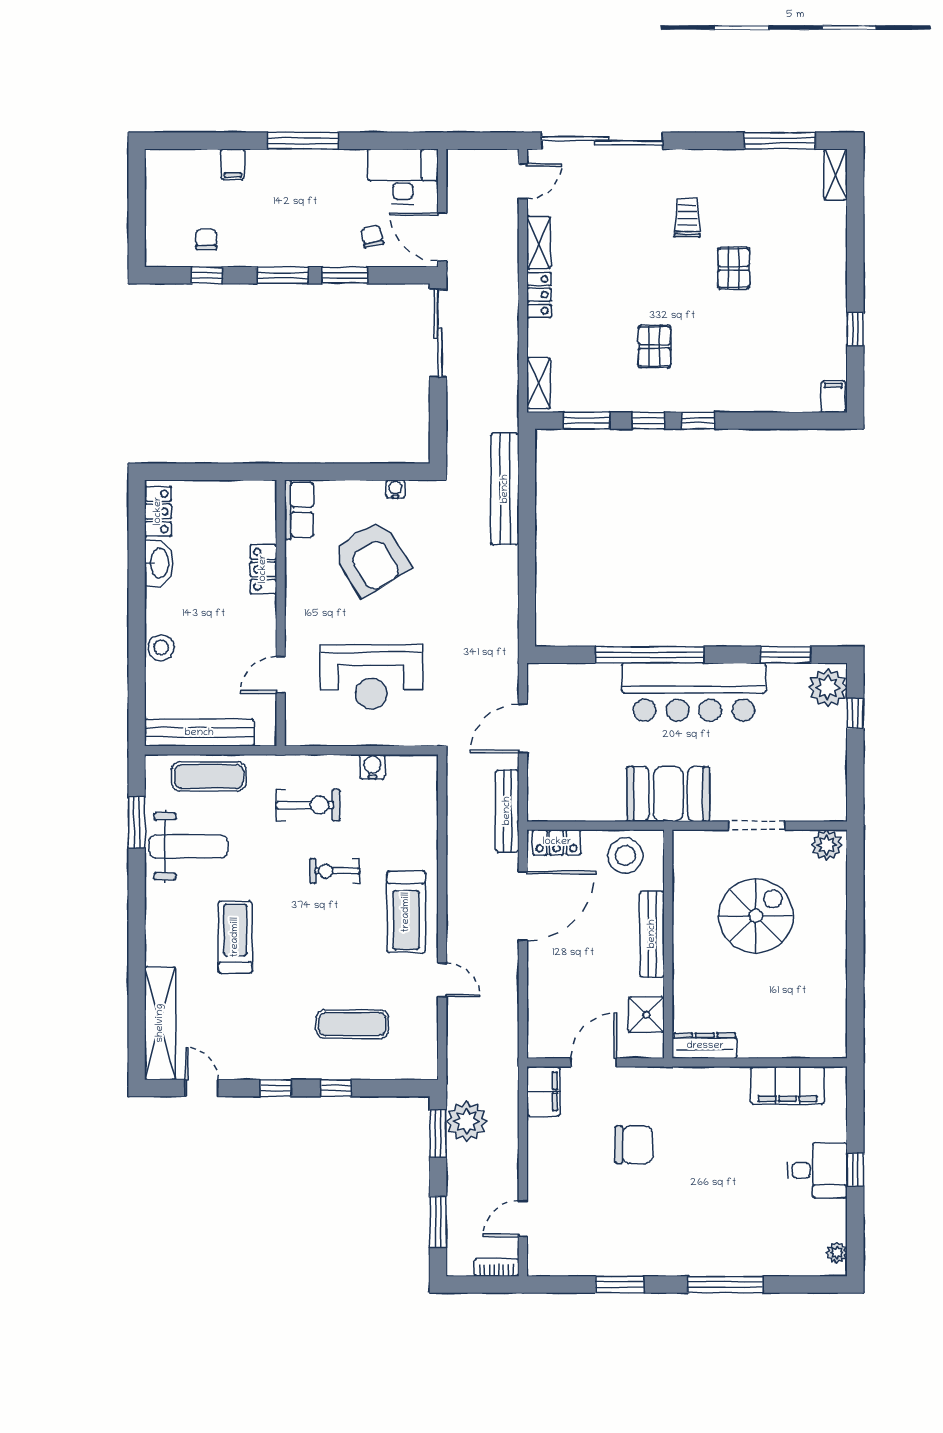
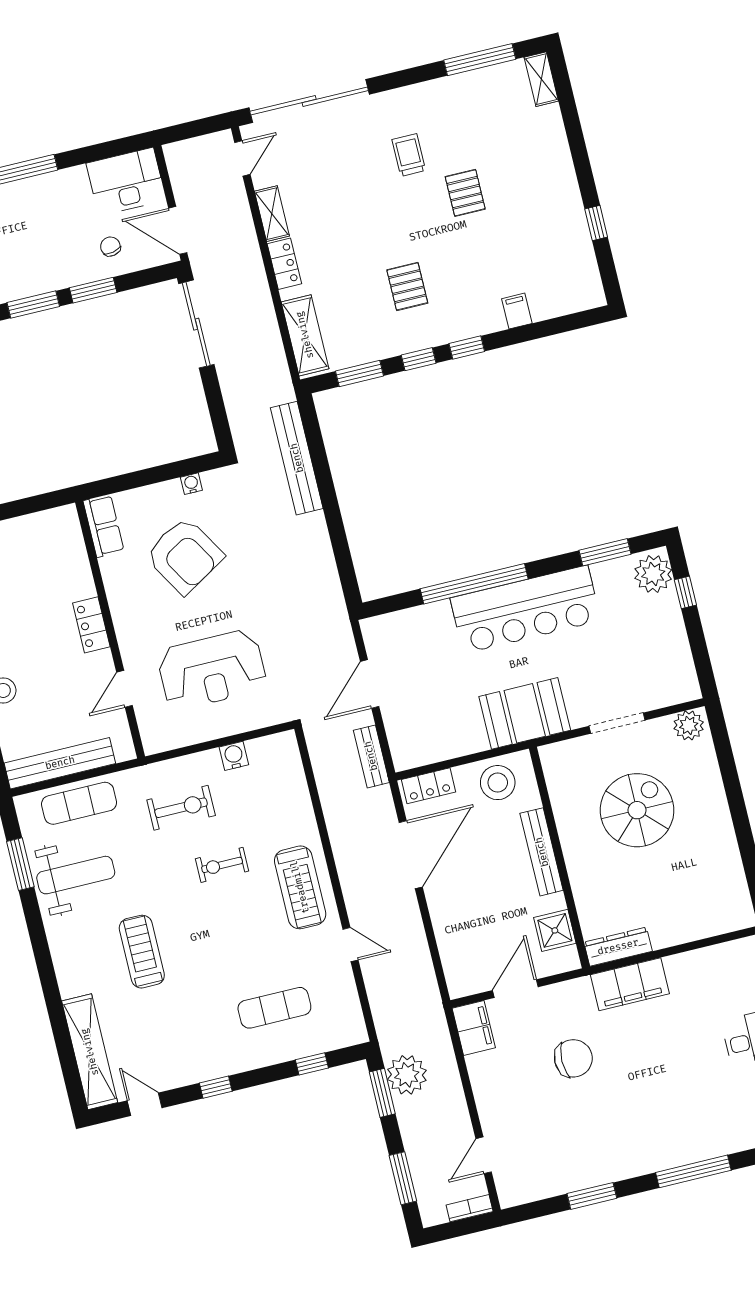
shelving: (538, 383) -> (305, 335), width x1.50, depth x1.33
filing cabinet: (833, 397) -> (517, 311), moved
locker: (263, 569) -> (91, 625), moved
bench: (507, 811) -> (371, 756), width x0.73
filing cabinet: (787, 1085) -> (630, 984), moved
window: (336, 1088) -> (312, 1064), moved

